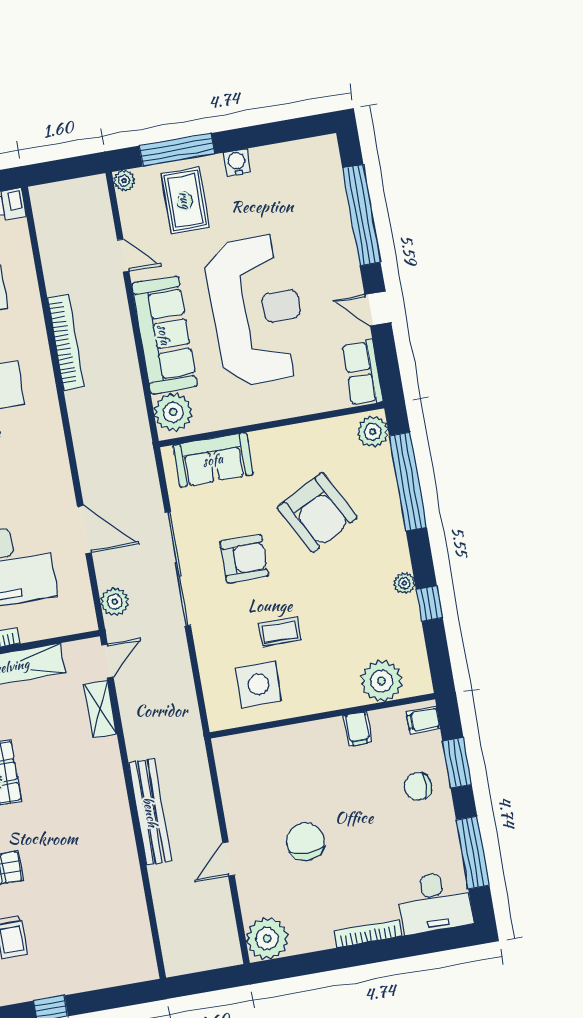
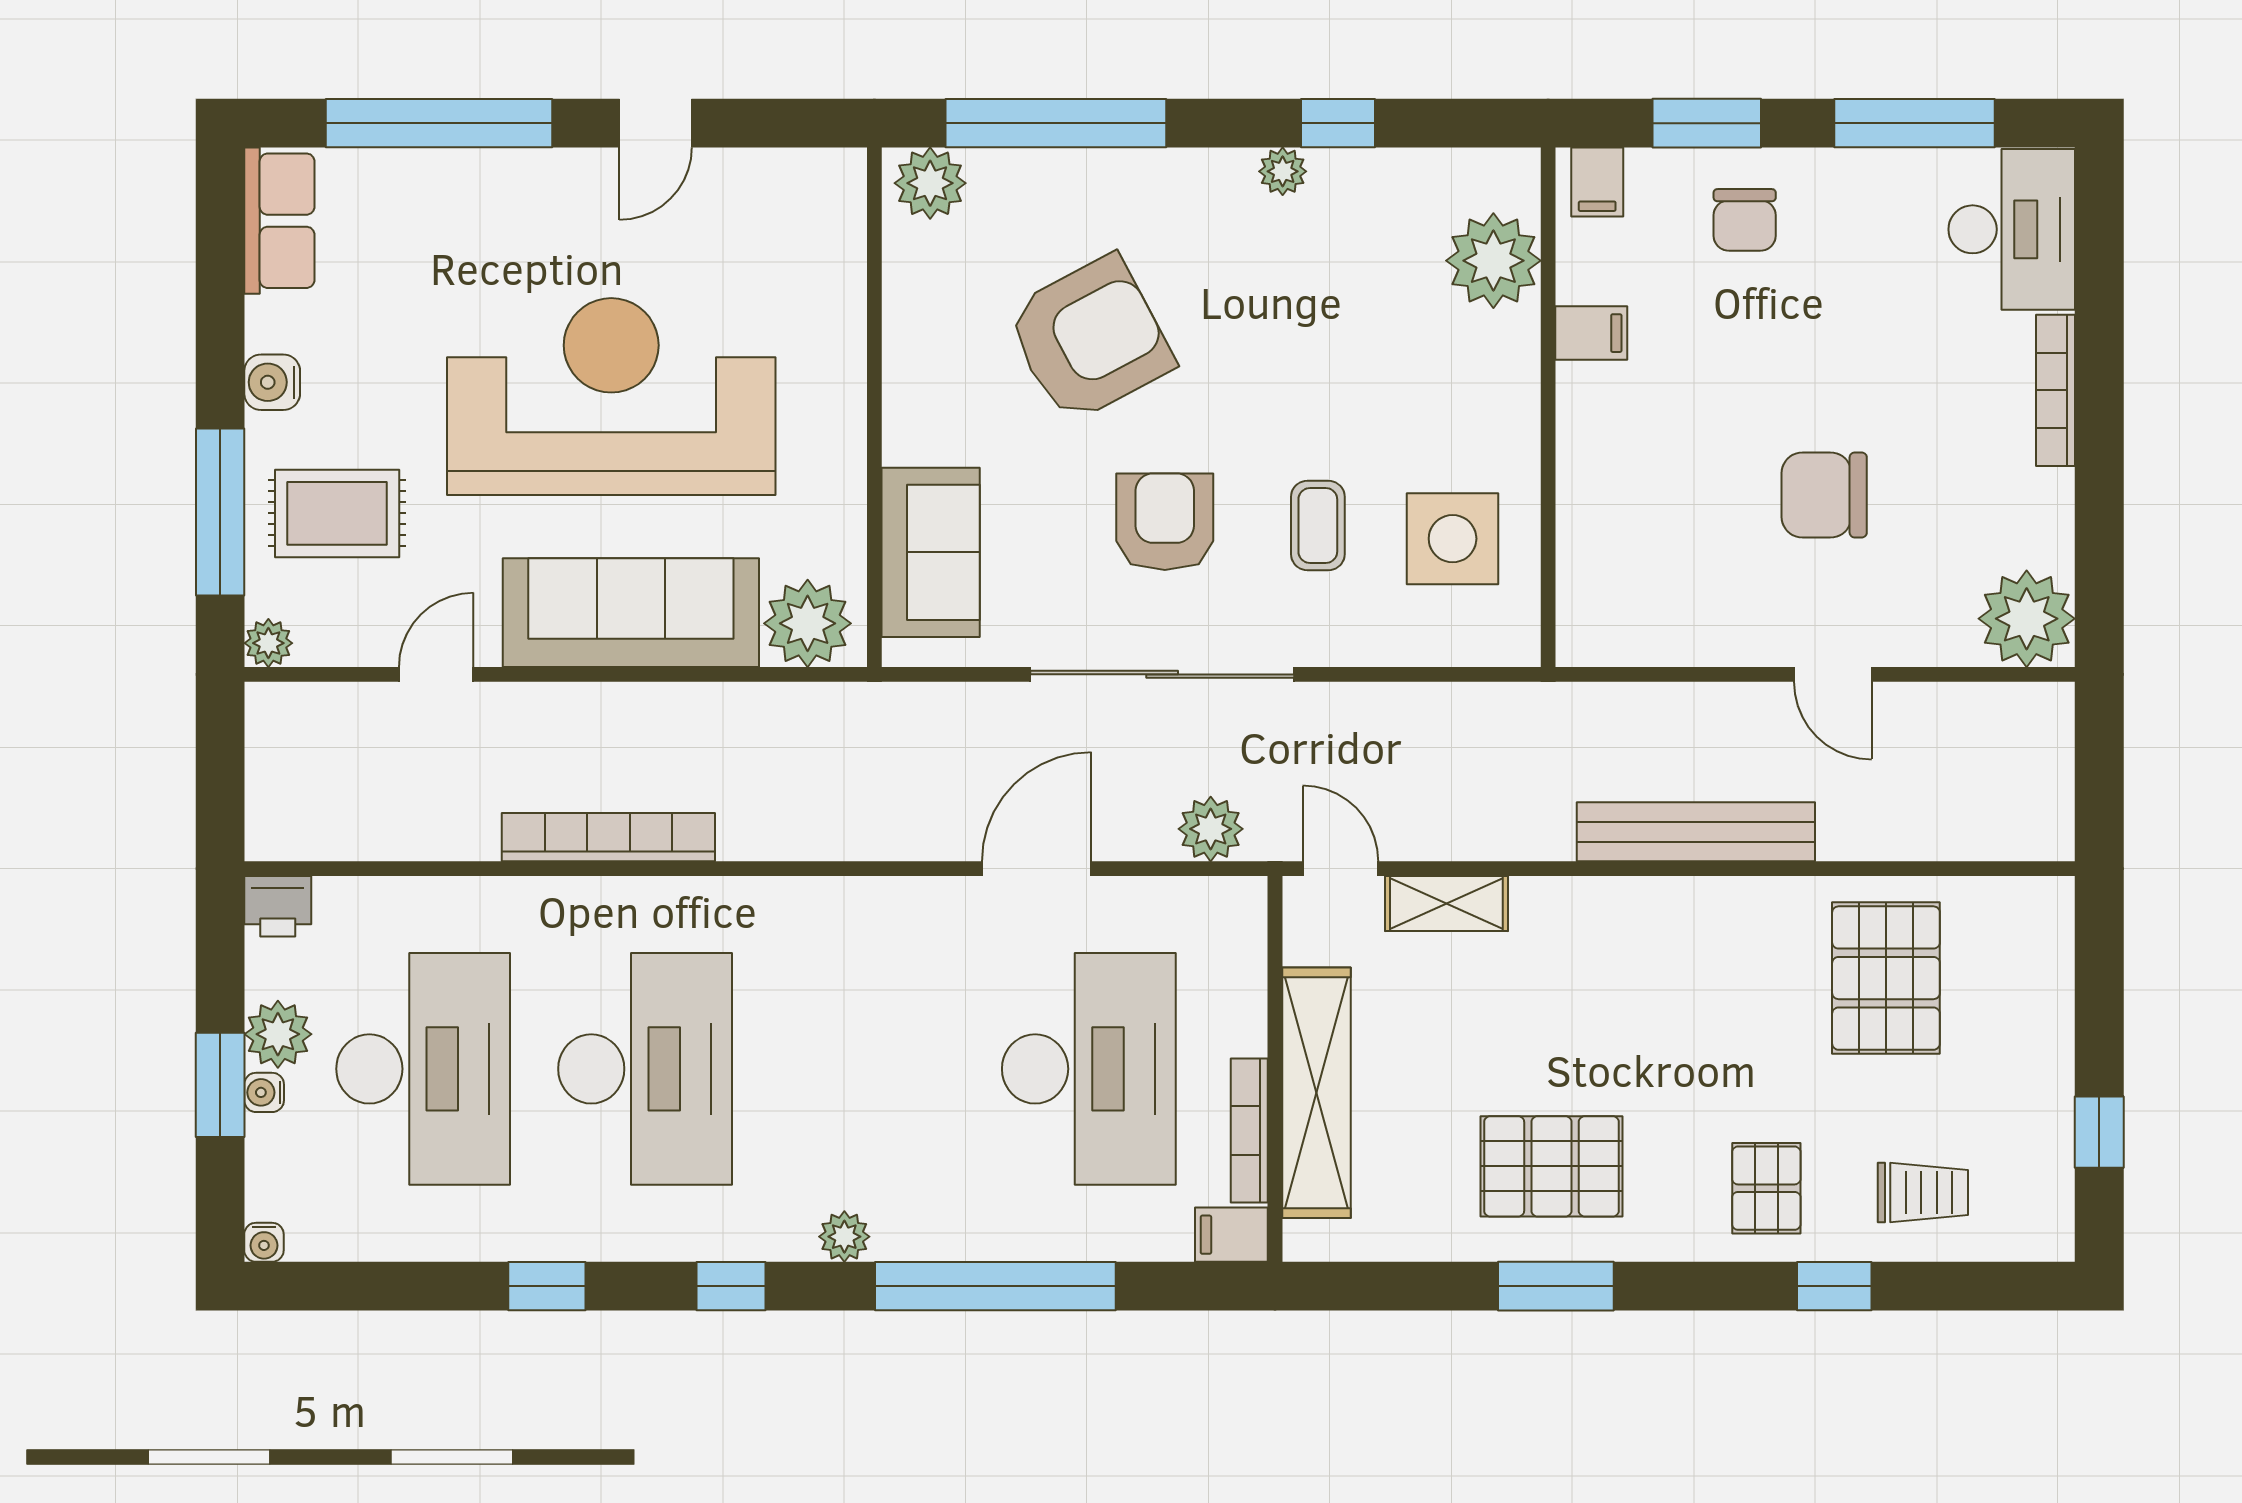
row of seats: (363, 373) -> (279, 221), moved, turned -90
coffee table: (280, 632) -> (1318, 525), moved
pallet: (101, 905) -> (1886, 978), added

